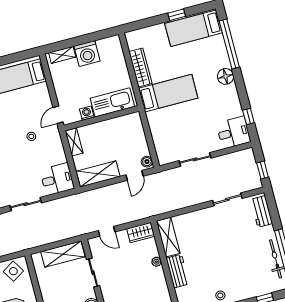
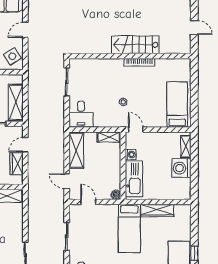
door: (151, 146) -> (88, 202), added
boiler: (147, 162) -> (116, 195), moved
wardrobe: (141, 233) -> (17, 164), moved

